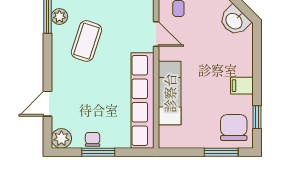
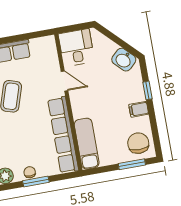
exam couch: (170, 93) -> (87, 144), moved
window: (257, 117) -> (147, 90), moved

